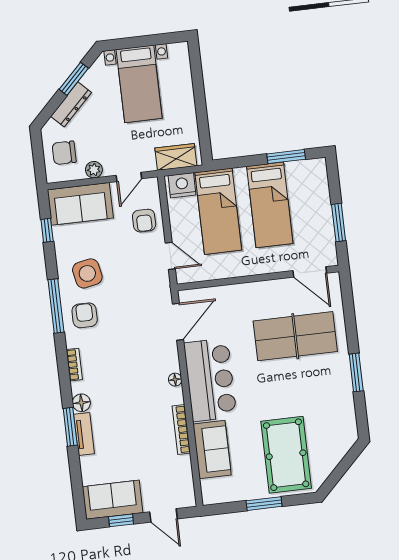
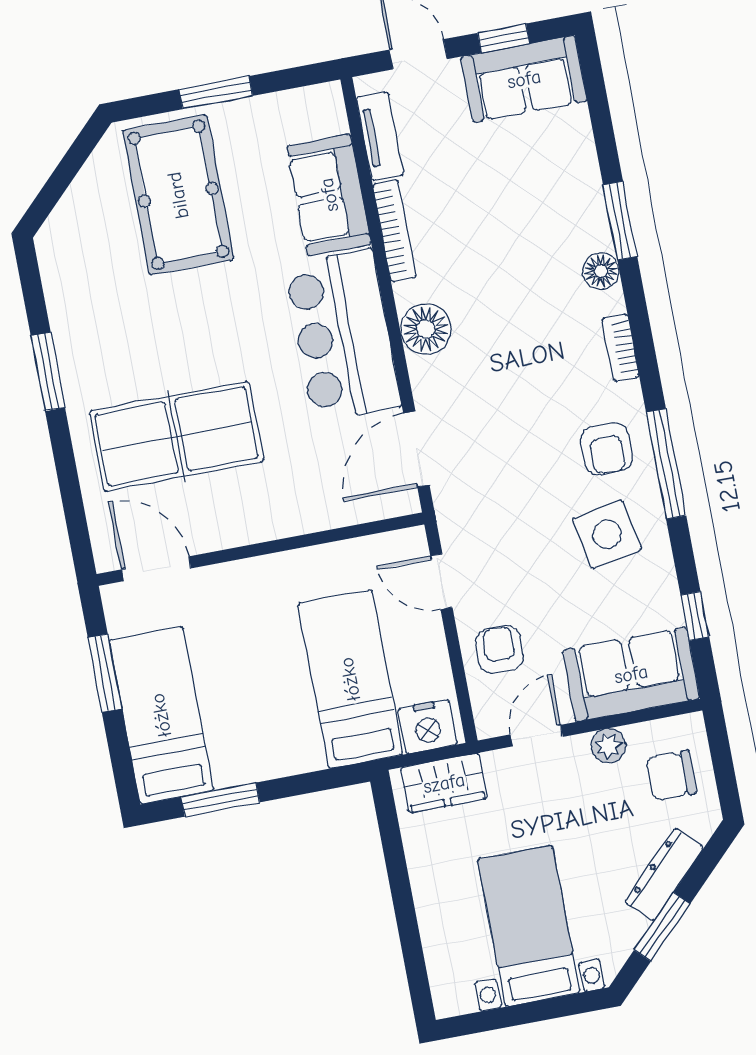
chair: (64, 153) -> (671, 776), turned 180
bed: (270, 205) -> (161, 715), moved
floor lamp: (175, 380) -> (426, 329), width x1.89, depth x1.89
tv unit: (84, 434) -> (380, 136), moved, turned 180

